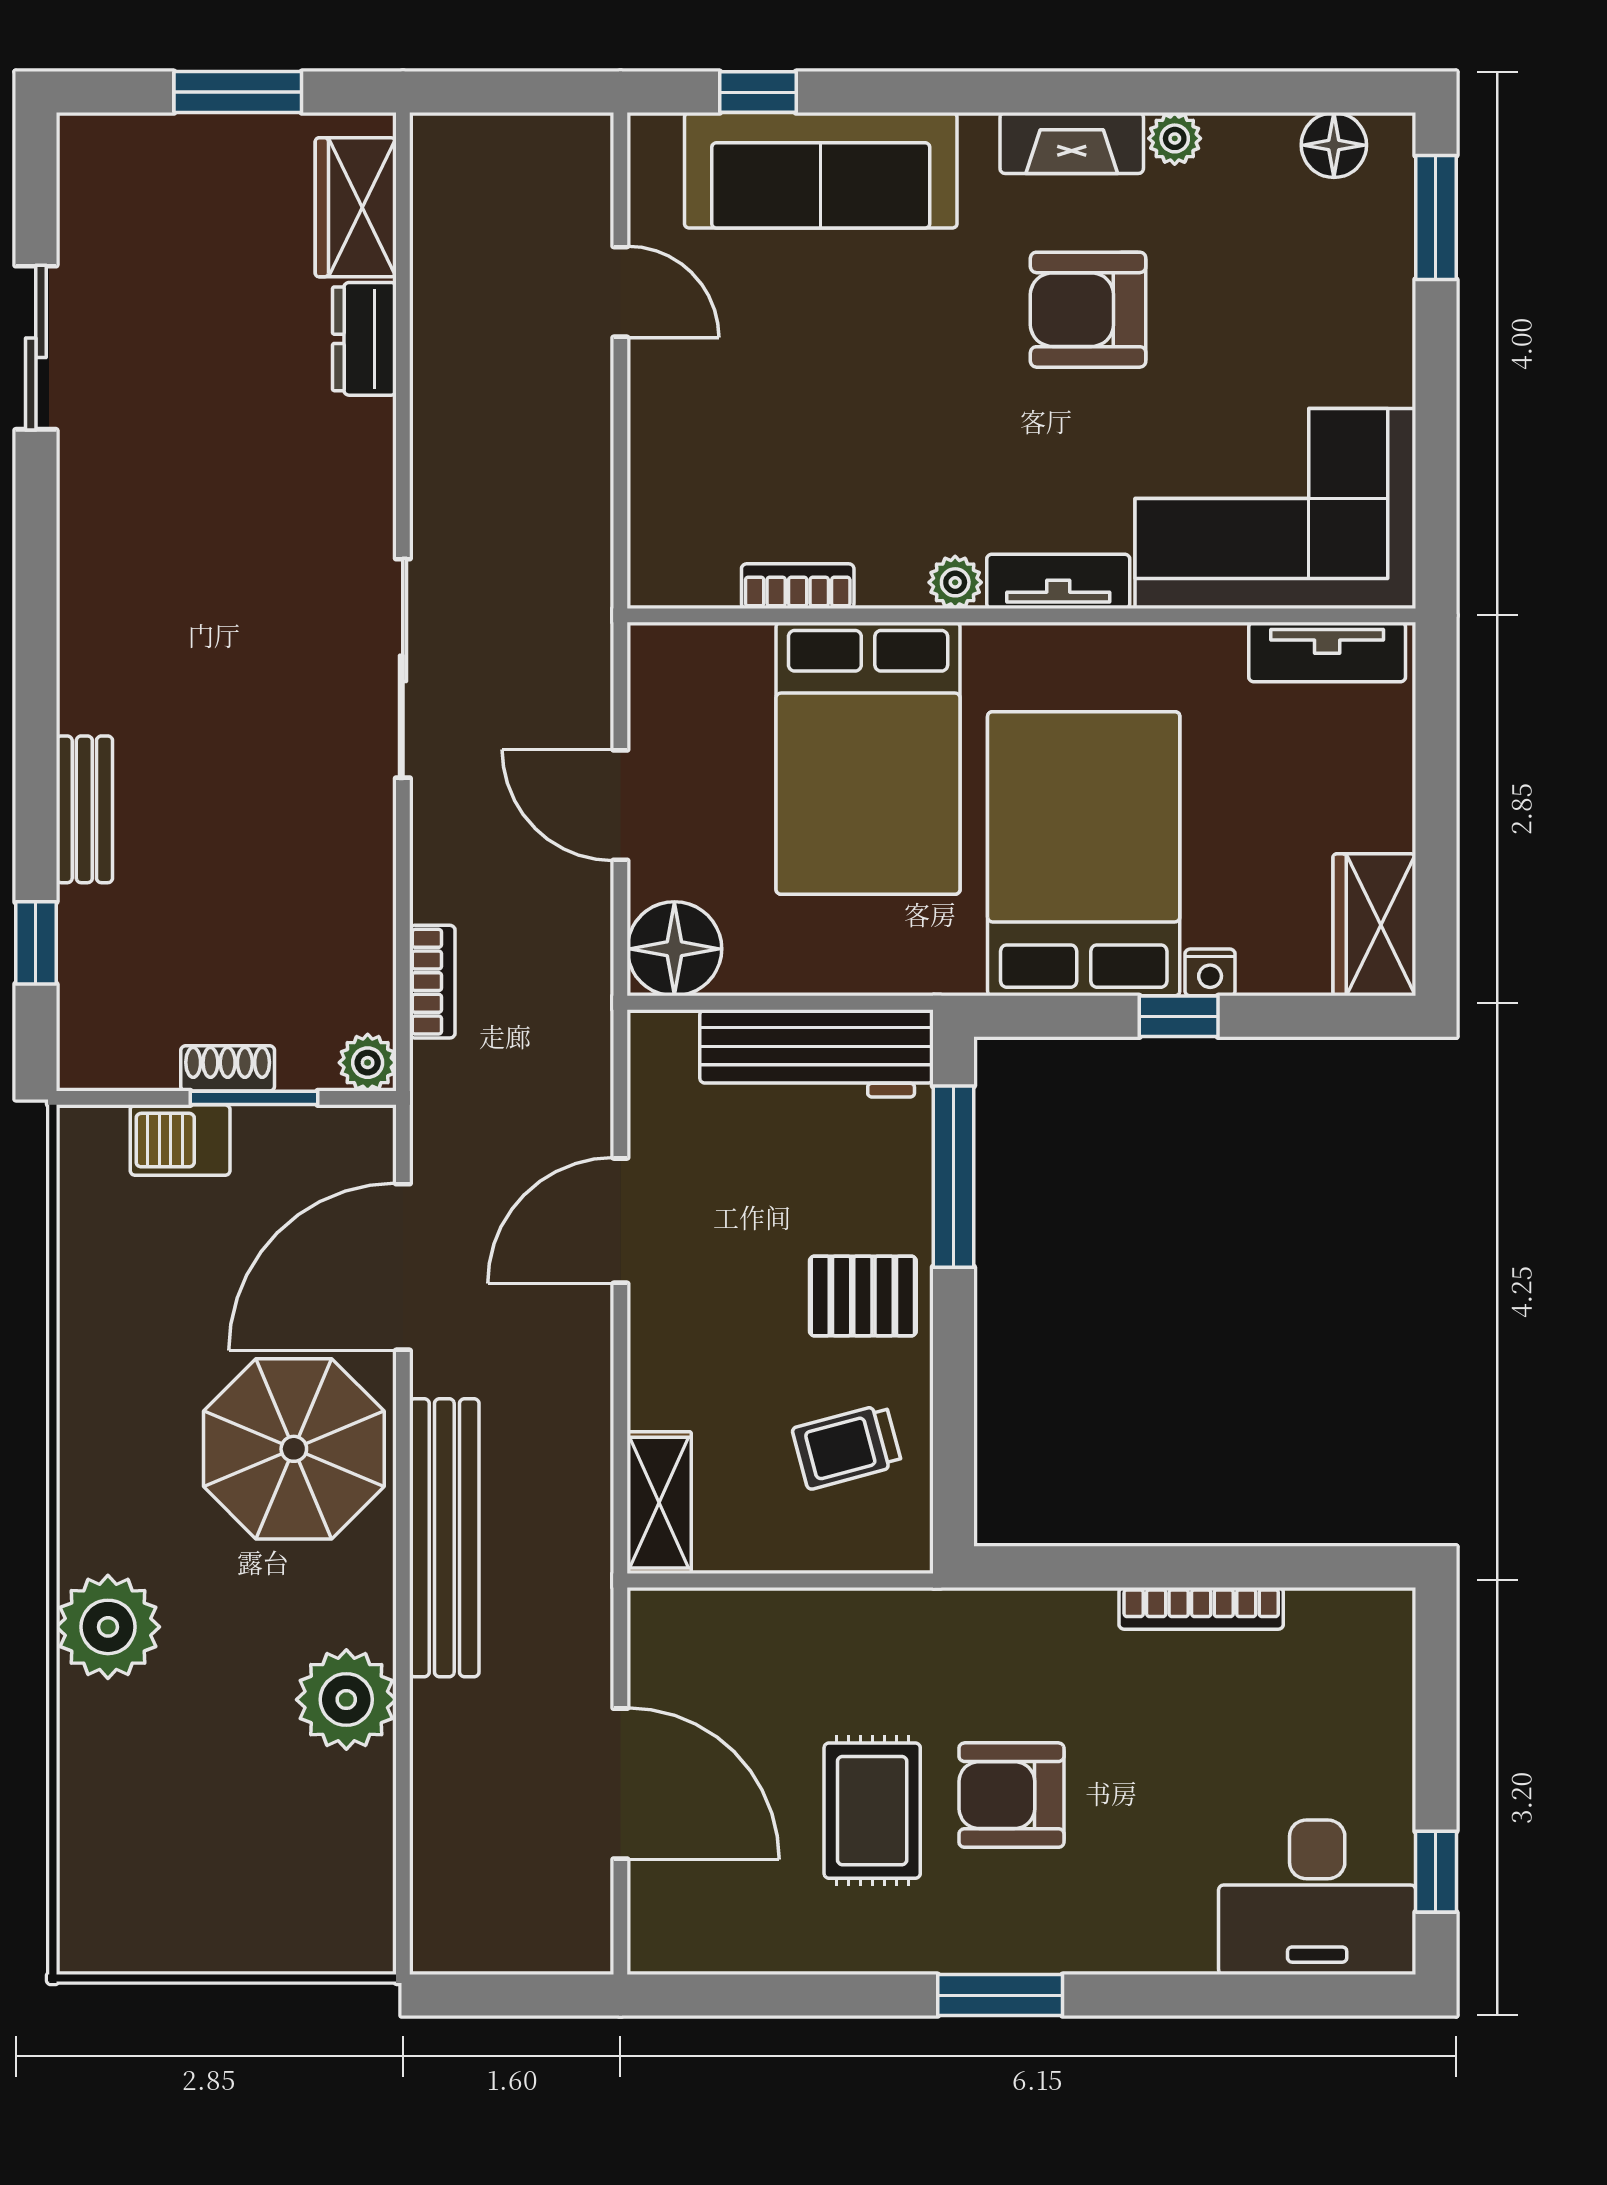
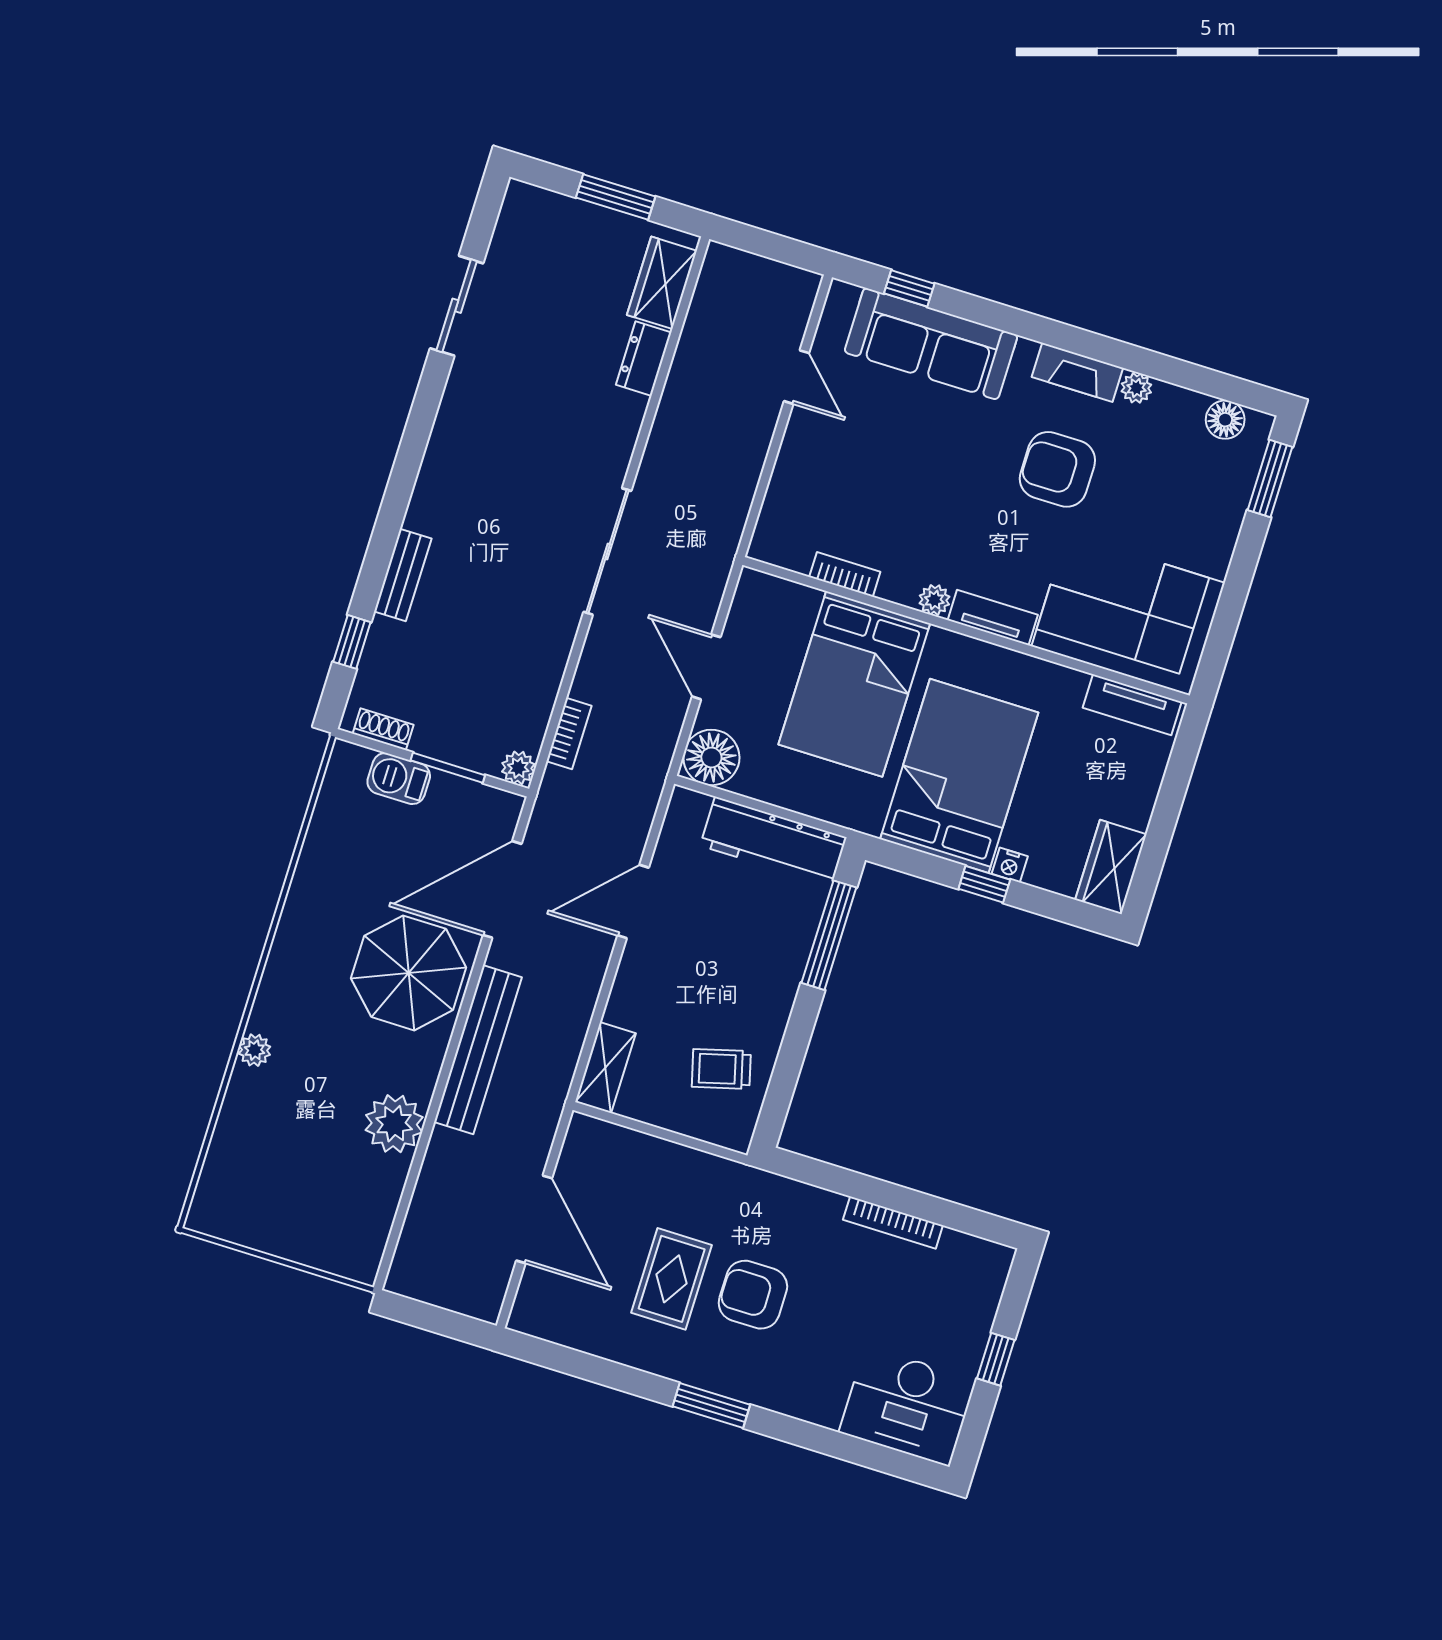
shoe rack: (228, 1068) -> (383, 729), moved
pallet: (863, 1296) -> (757, 987), removed
plant: (108, 1627) -> (255, 1050), width x0.53, depth x0.53
window: (1436, 1872) -> (996, 1359), moved

